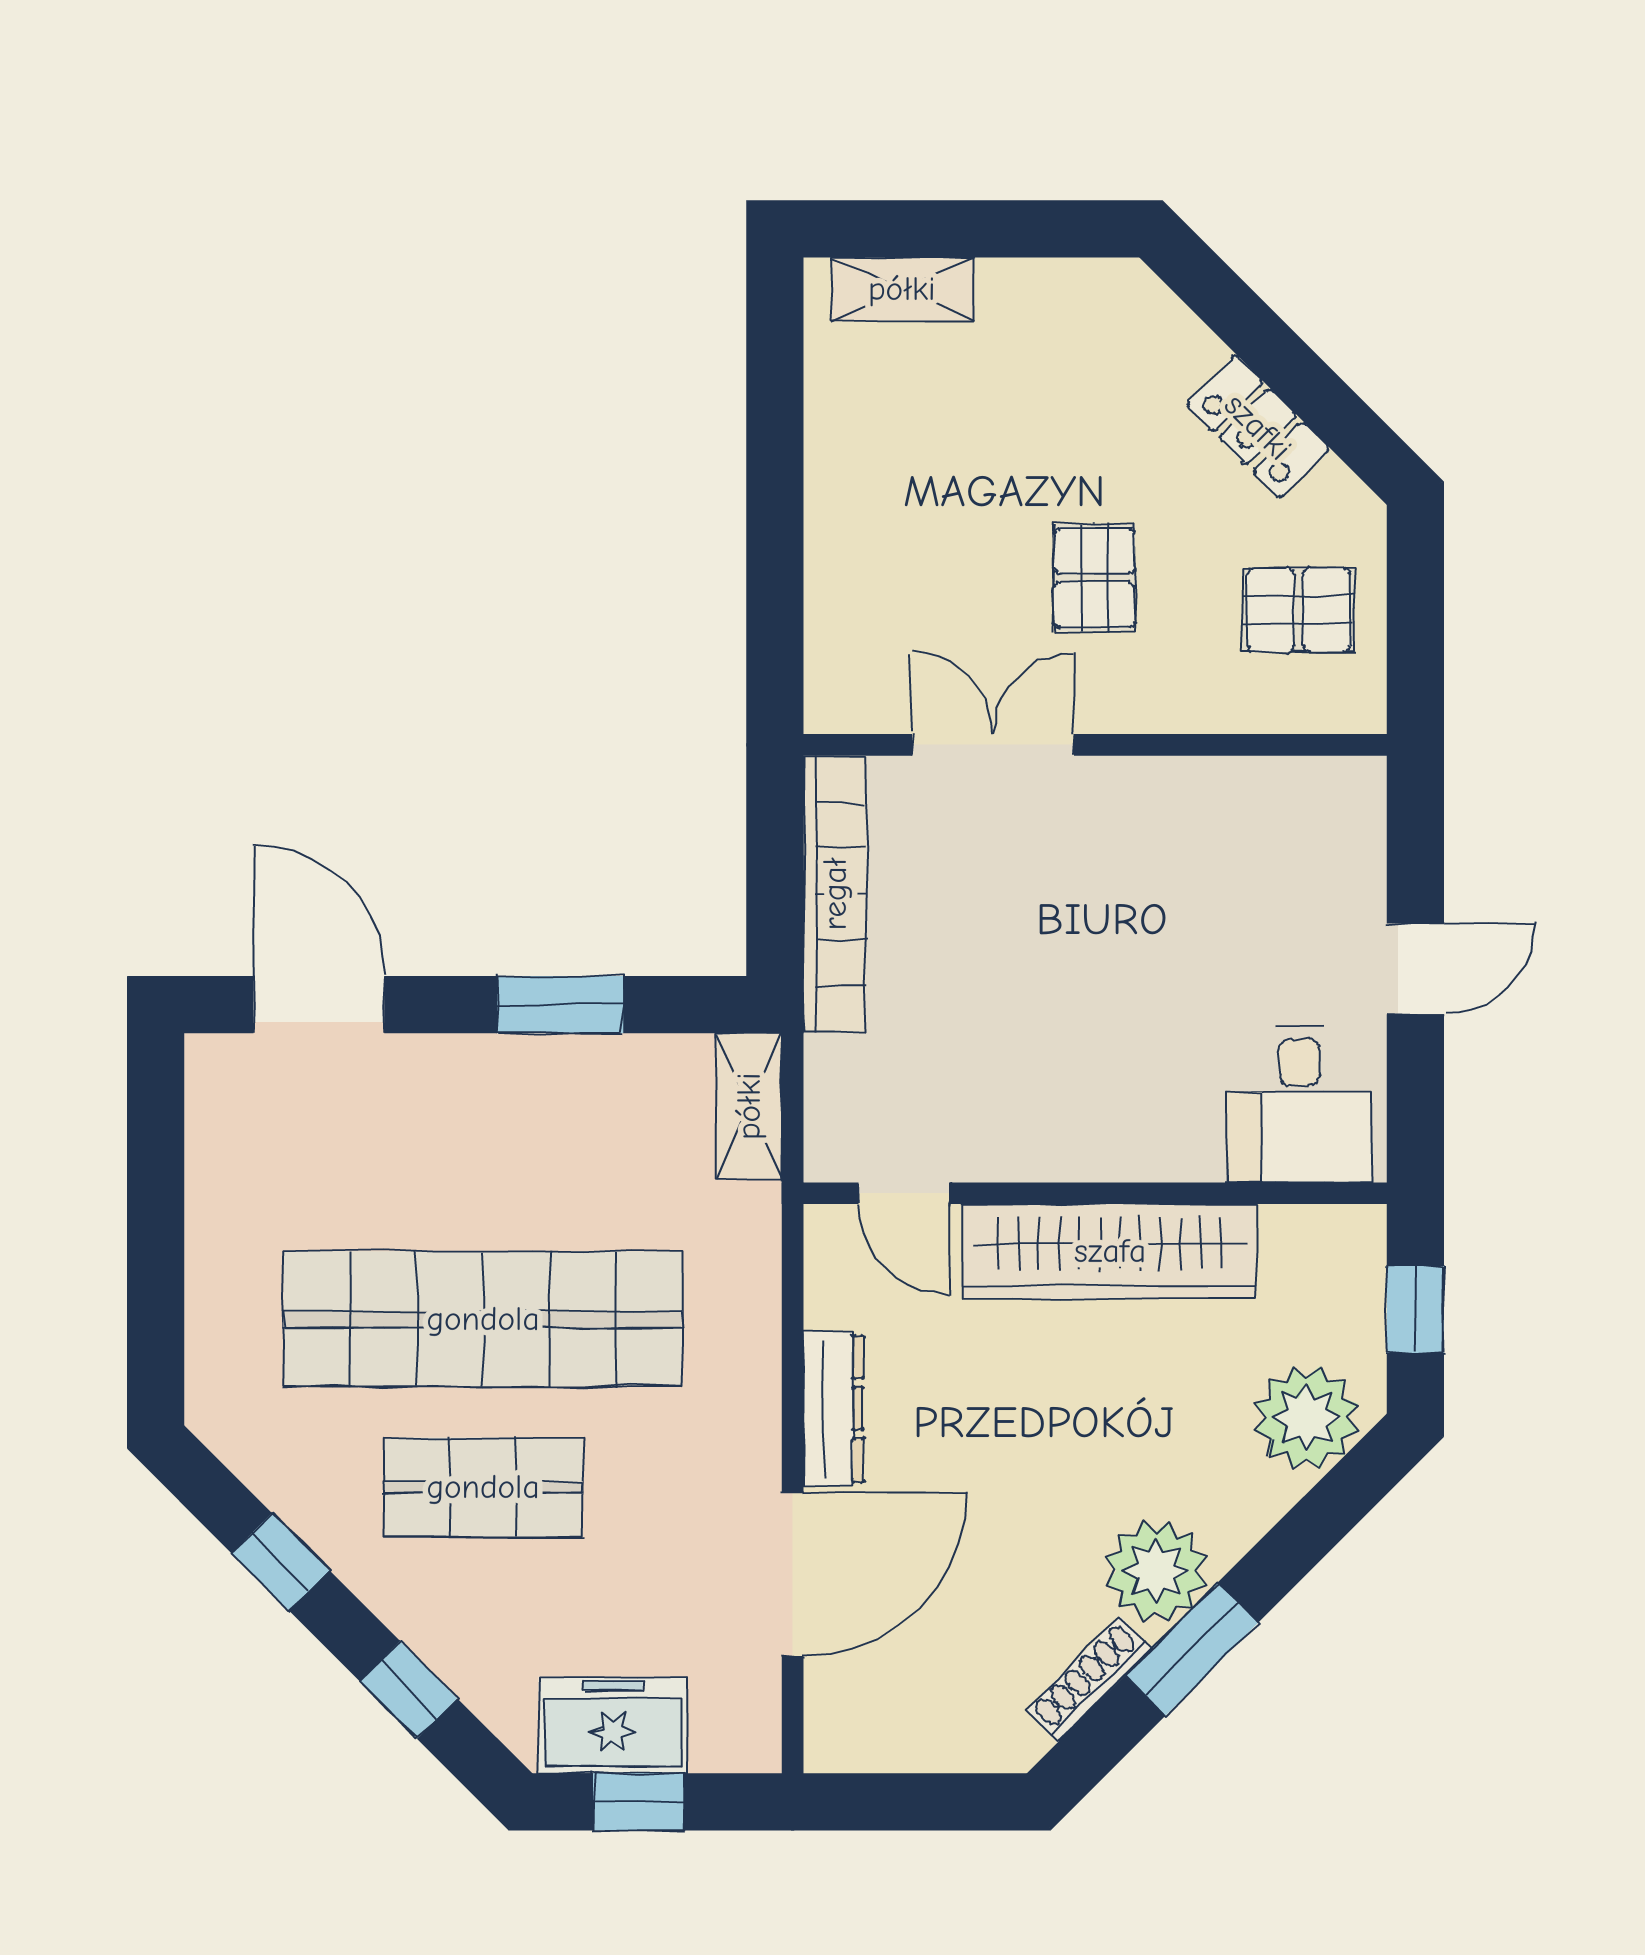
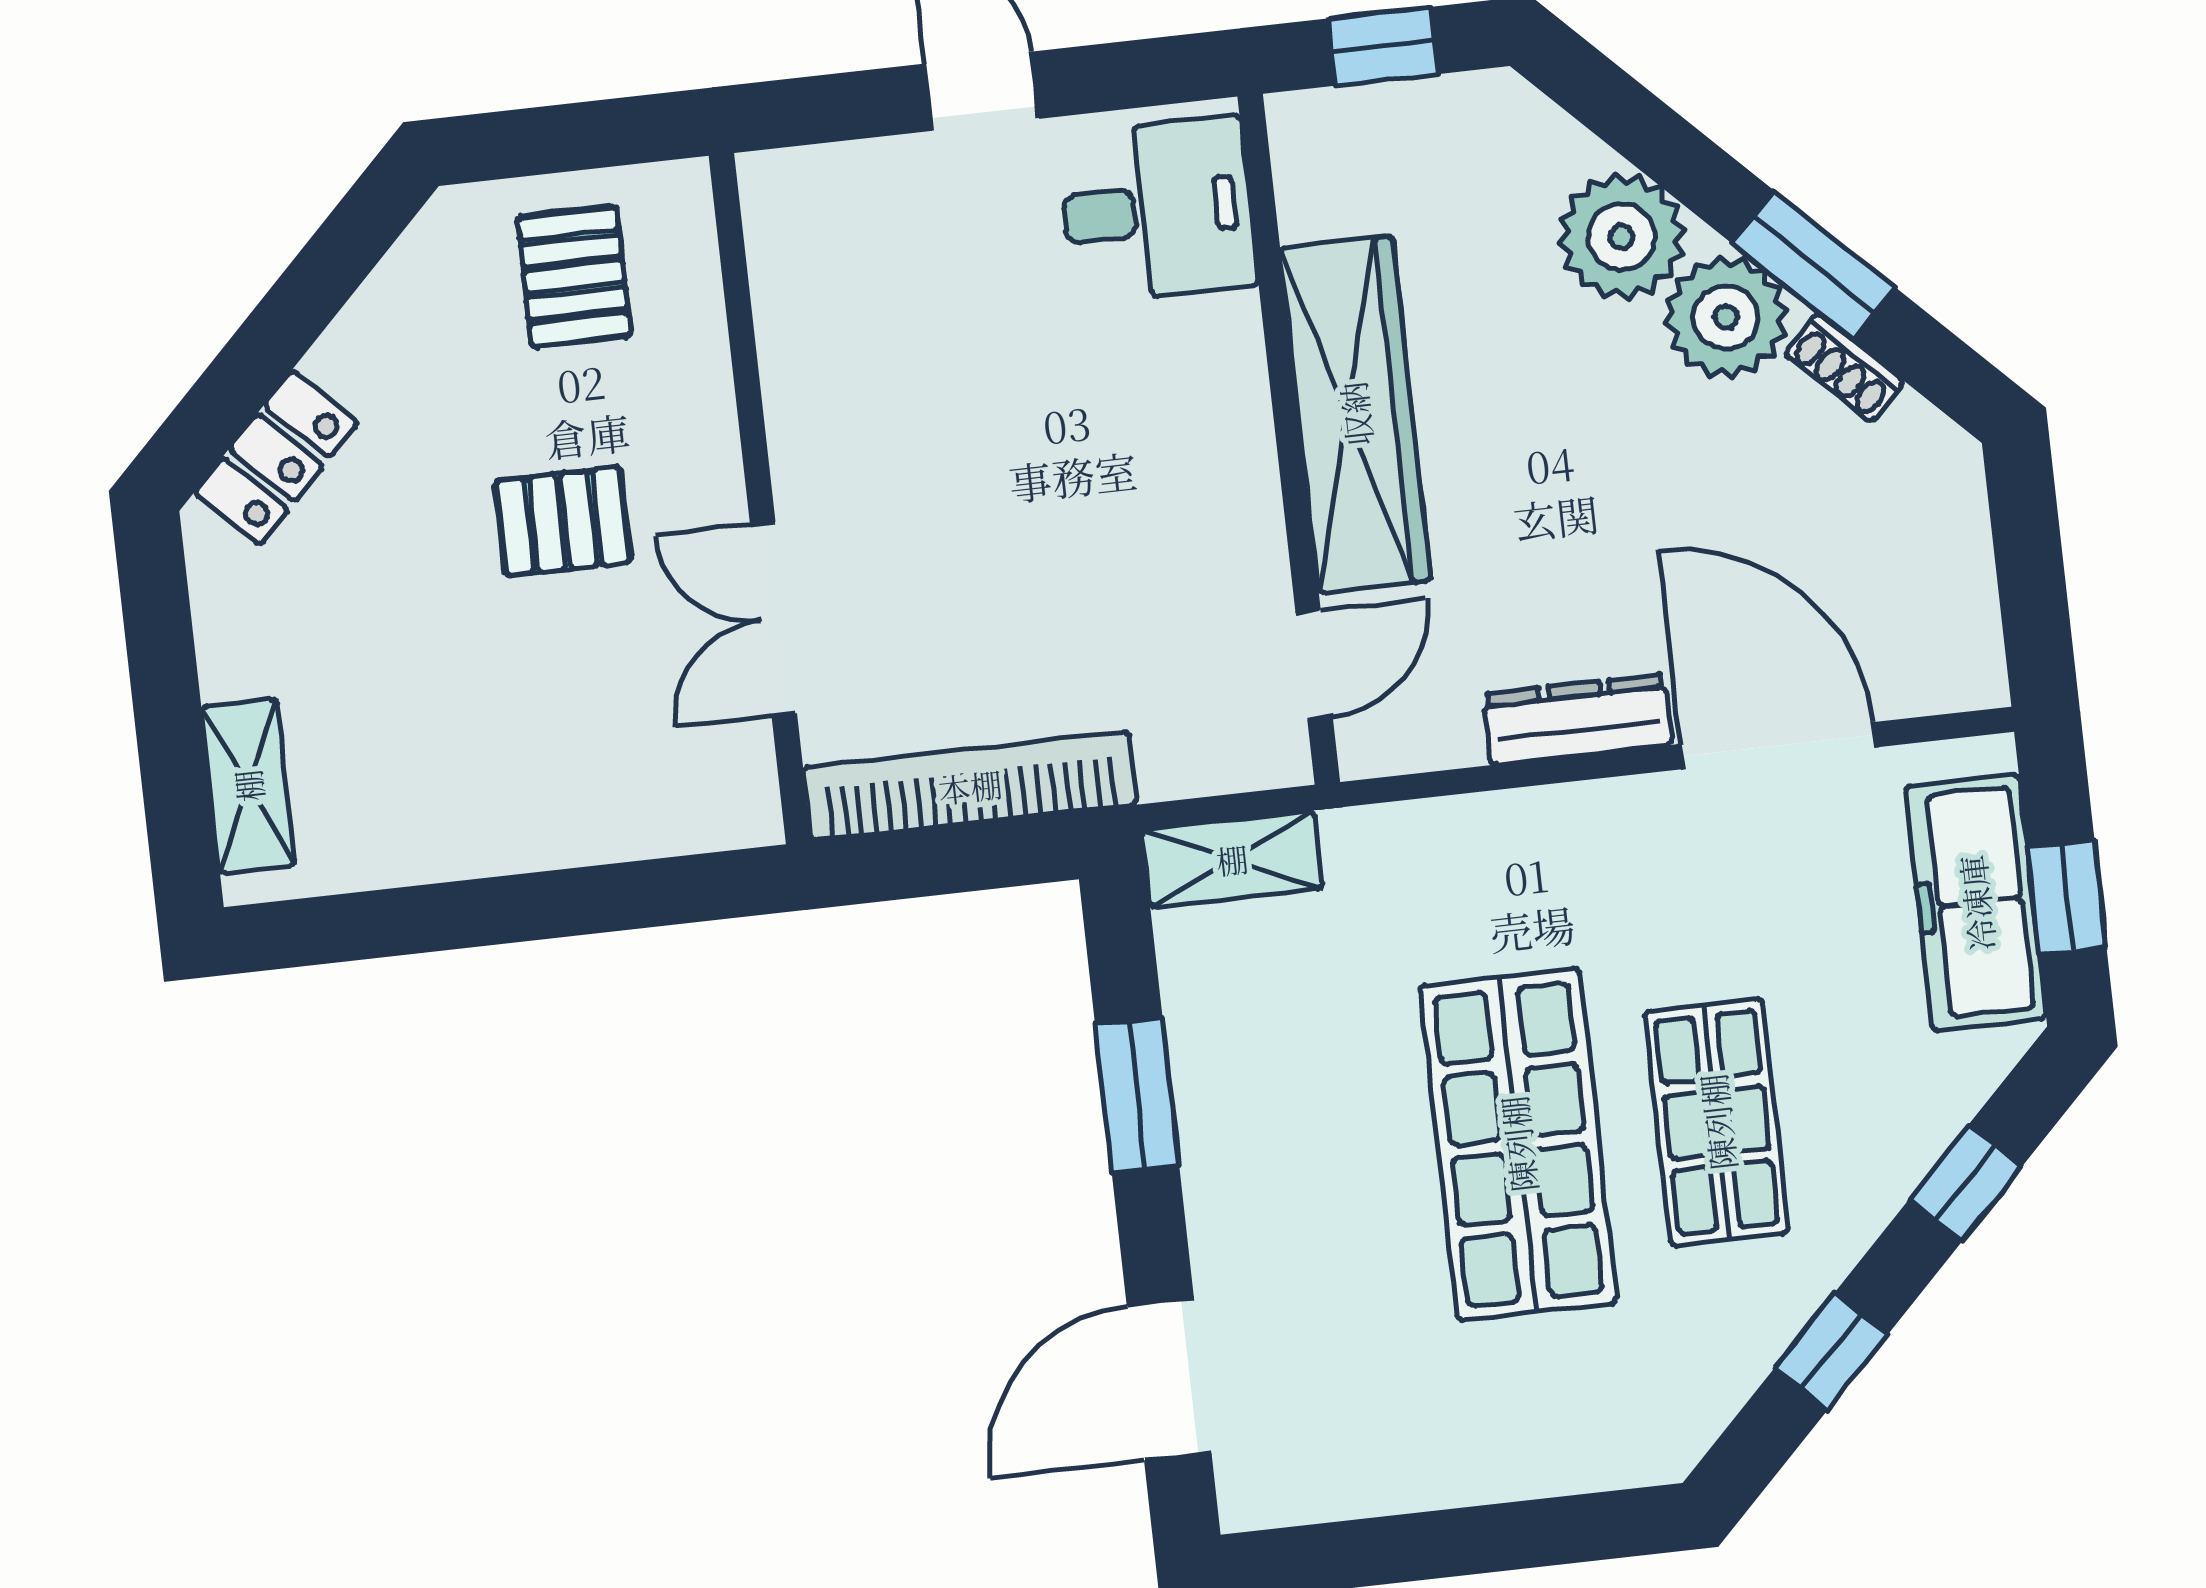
locker: (1258, 427) -> (276, 458), moved
shop shelf: (483, 1319) -> (1518, 1144), width x0.71
plant: (1307, 1418) -> (1622, 237), moved
shoe rack: (1089, 1679) -> (1844, 368), width x0.70
freezer: (613, 1725) -> (1976, 903), width x1.40

